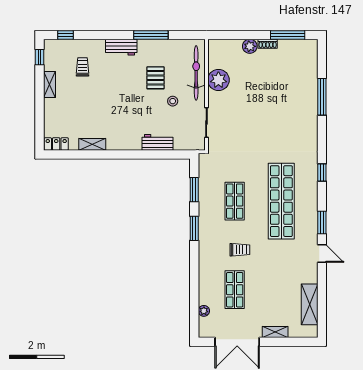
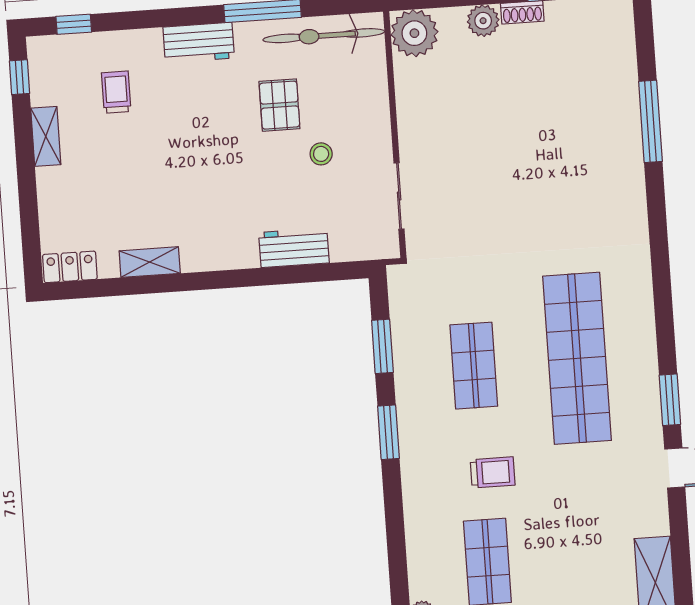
bicycle: (196, 73) -> (324, 36), moved, turned -90
plant: (218, 80) -> (414, 33), moved
window: (322, 172) -> (662, 289), removed

